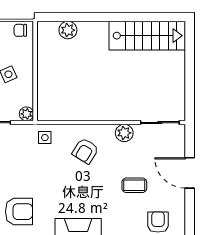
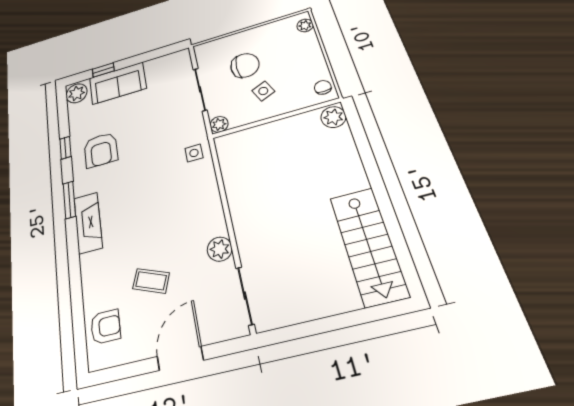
plant: (68, 30) -> (333, 117), moved
armchair: (85, 151) -> (186, 205), removed
coffee table: (134, 185) -> (151, 281), turned -69

